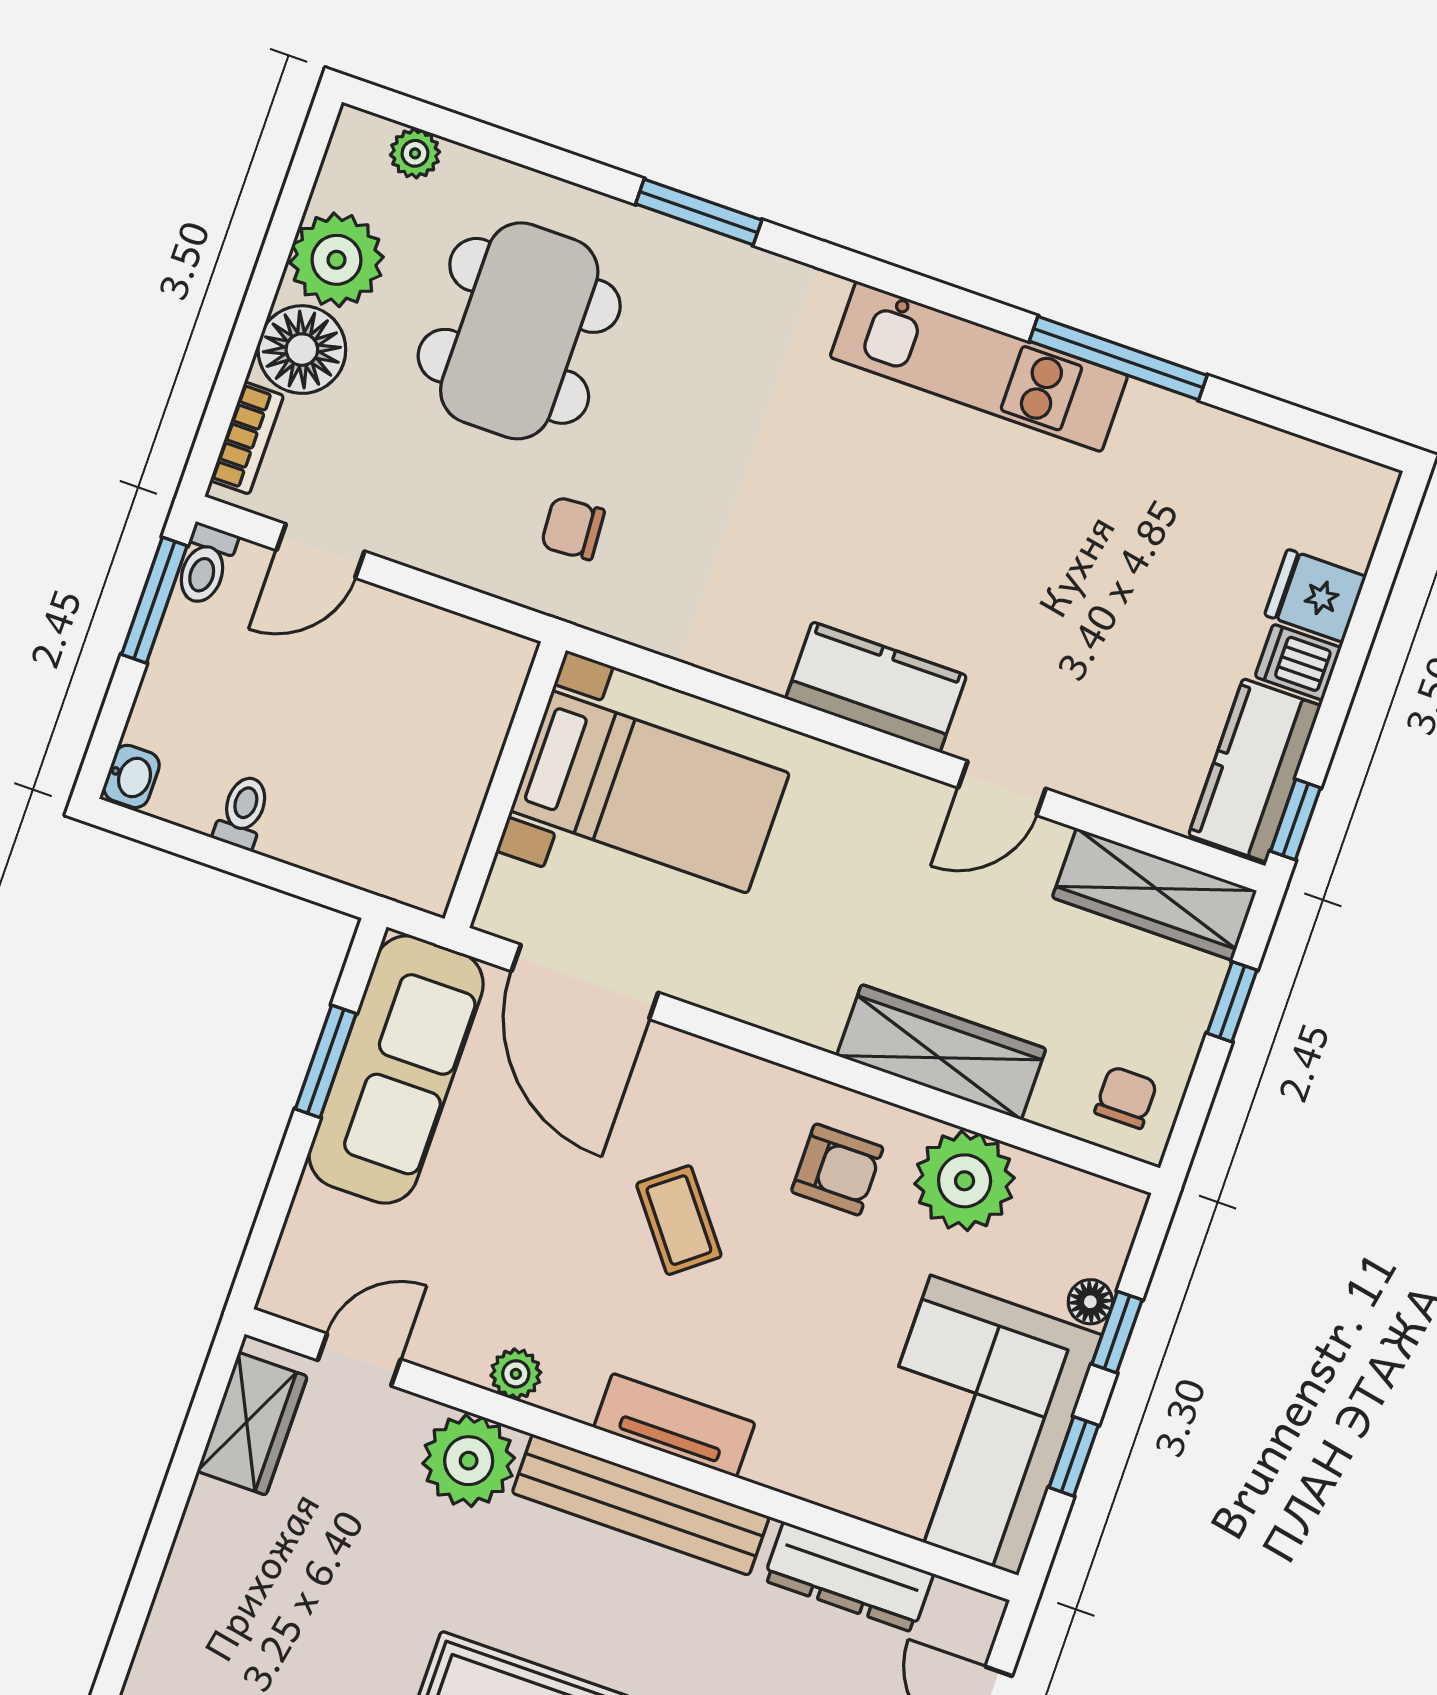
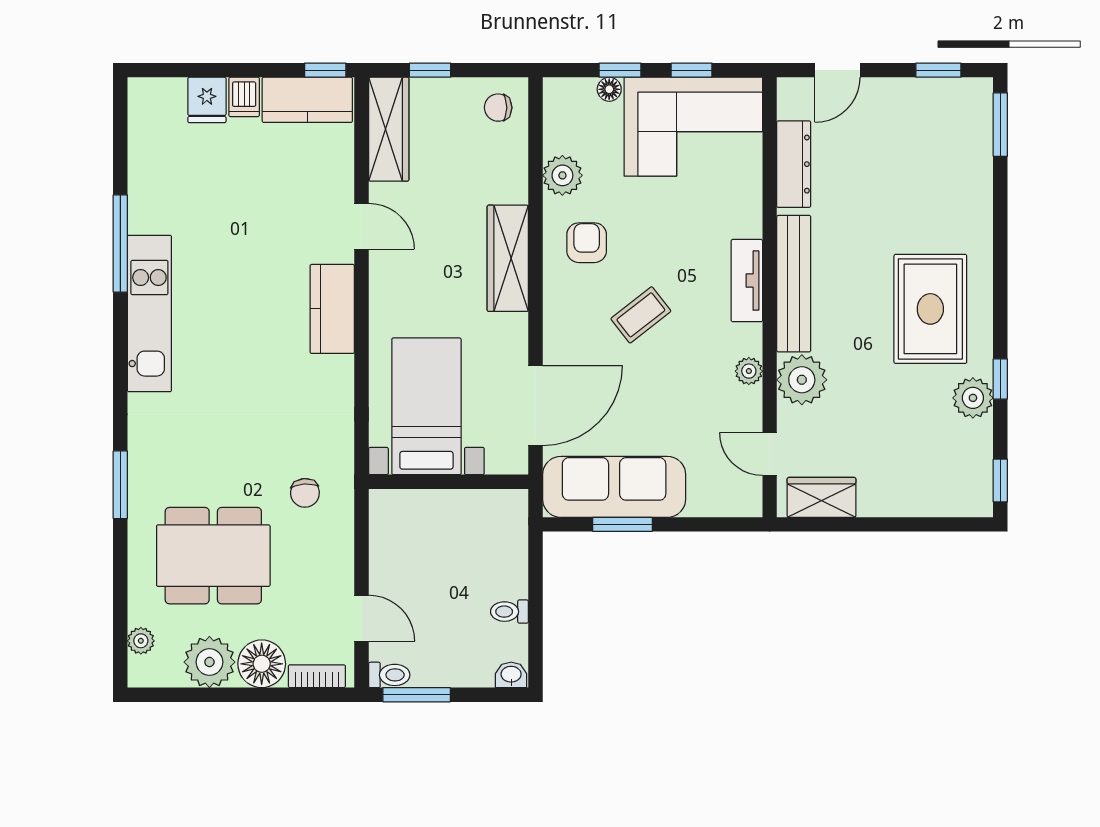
wardrobe: (941, 1052) -> (508, 258), moved
plant: (965, 1181) -> (562, 175), width x0.73, depth x0.73

